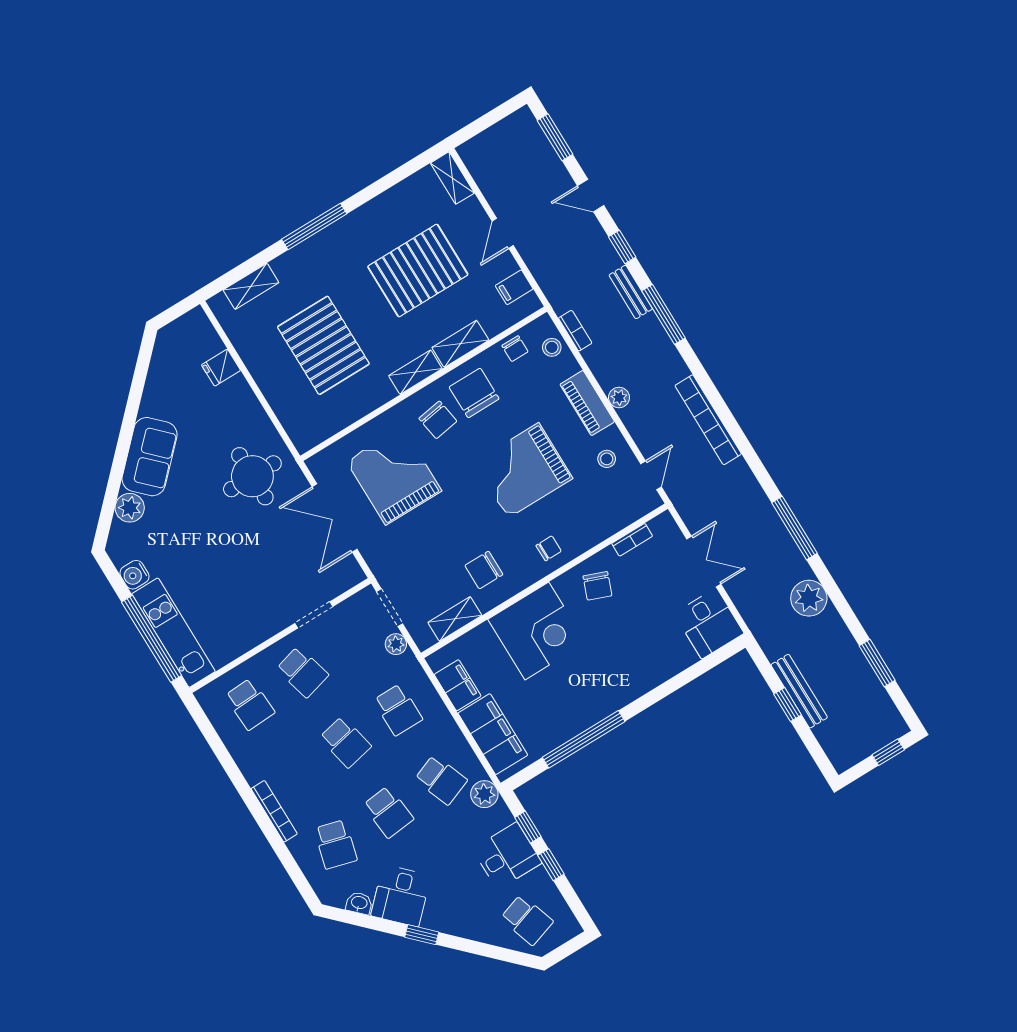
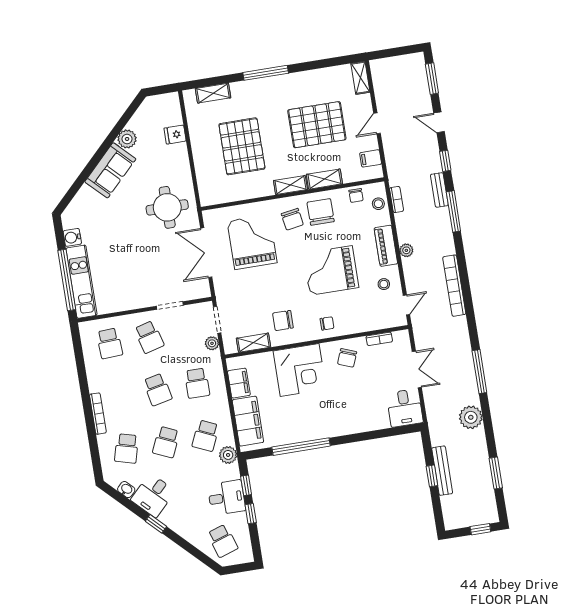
plant: (130, 508) -> (127, 139), moved
school desk: (441, 780) -> (206, 436), turned 45
school desk: (388, 812) -> (166, 442), turned 30

